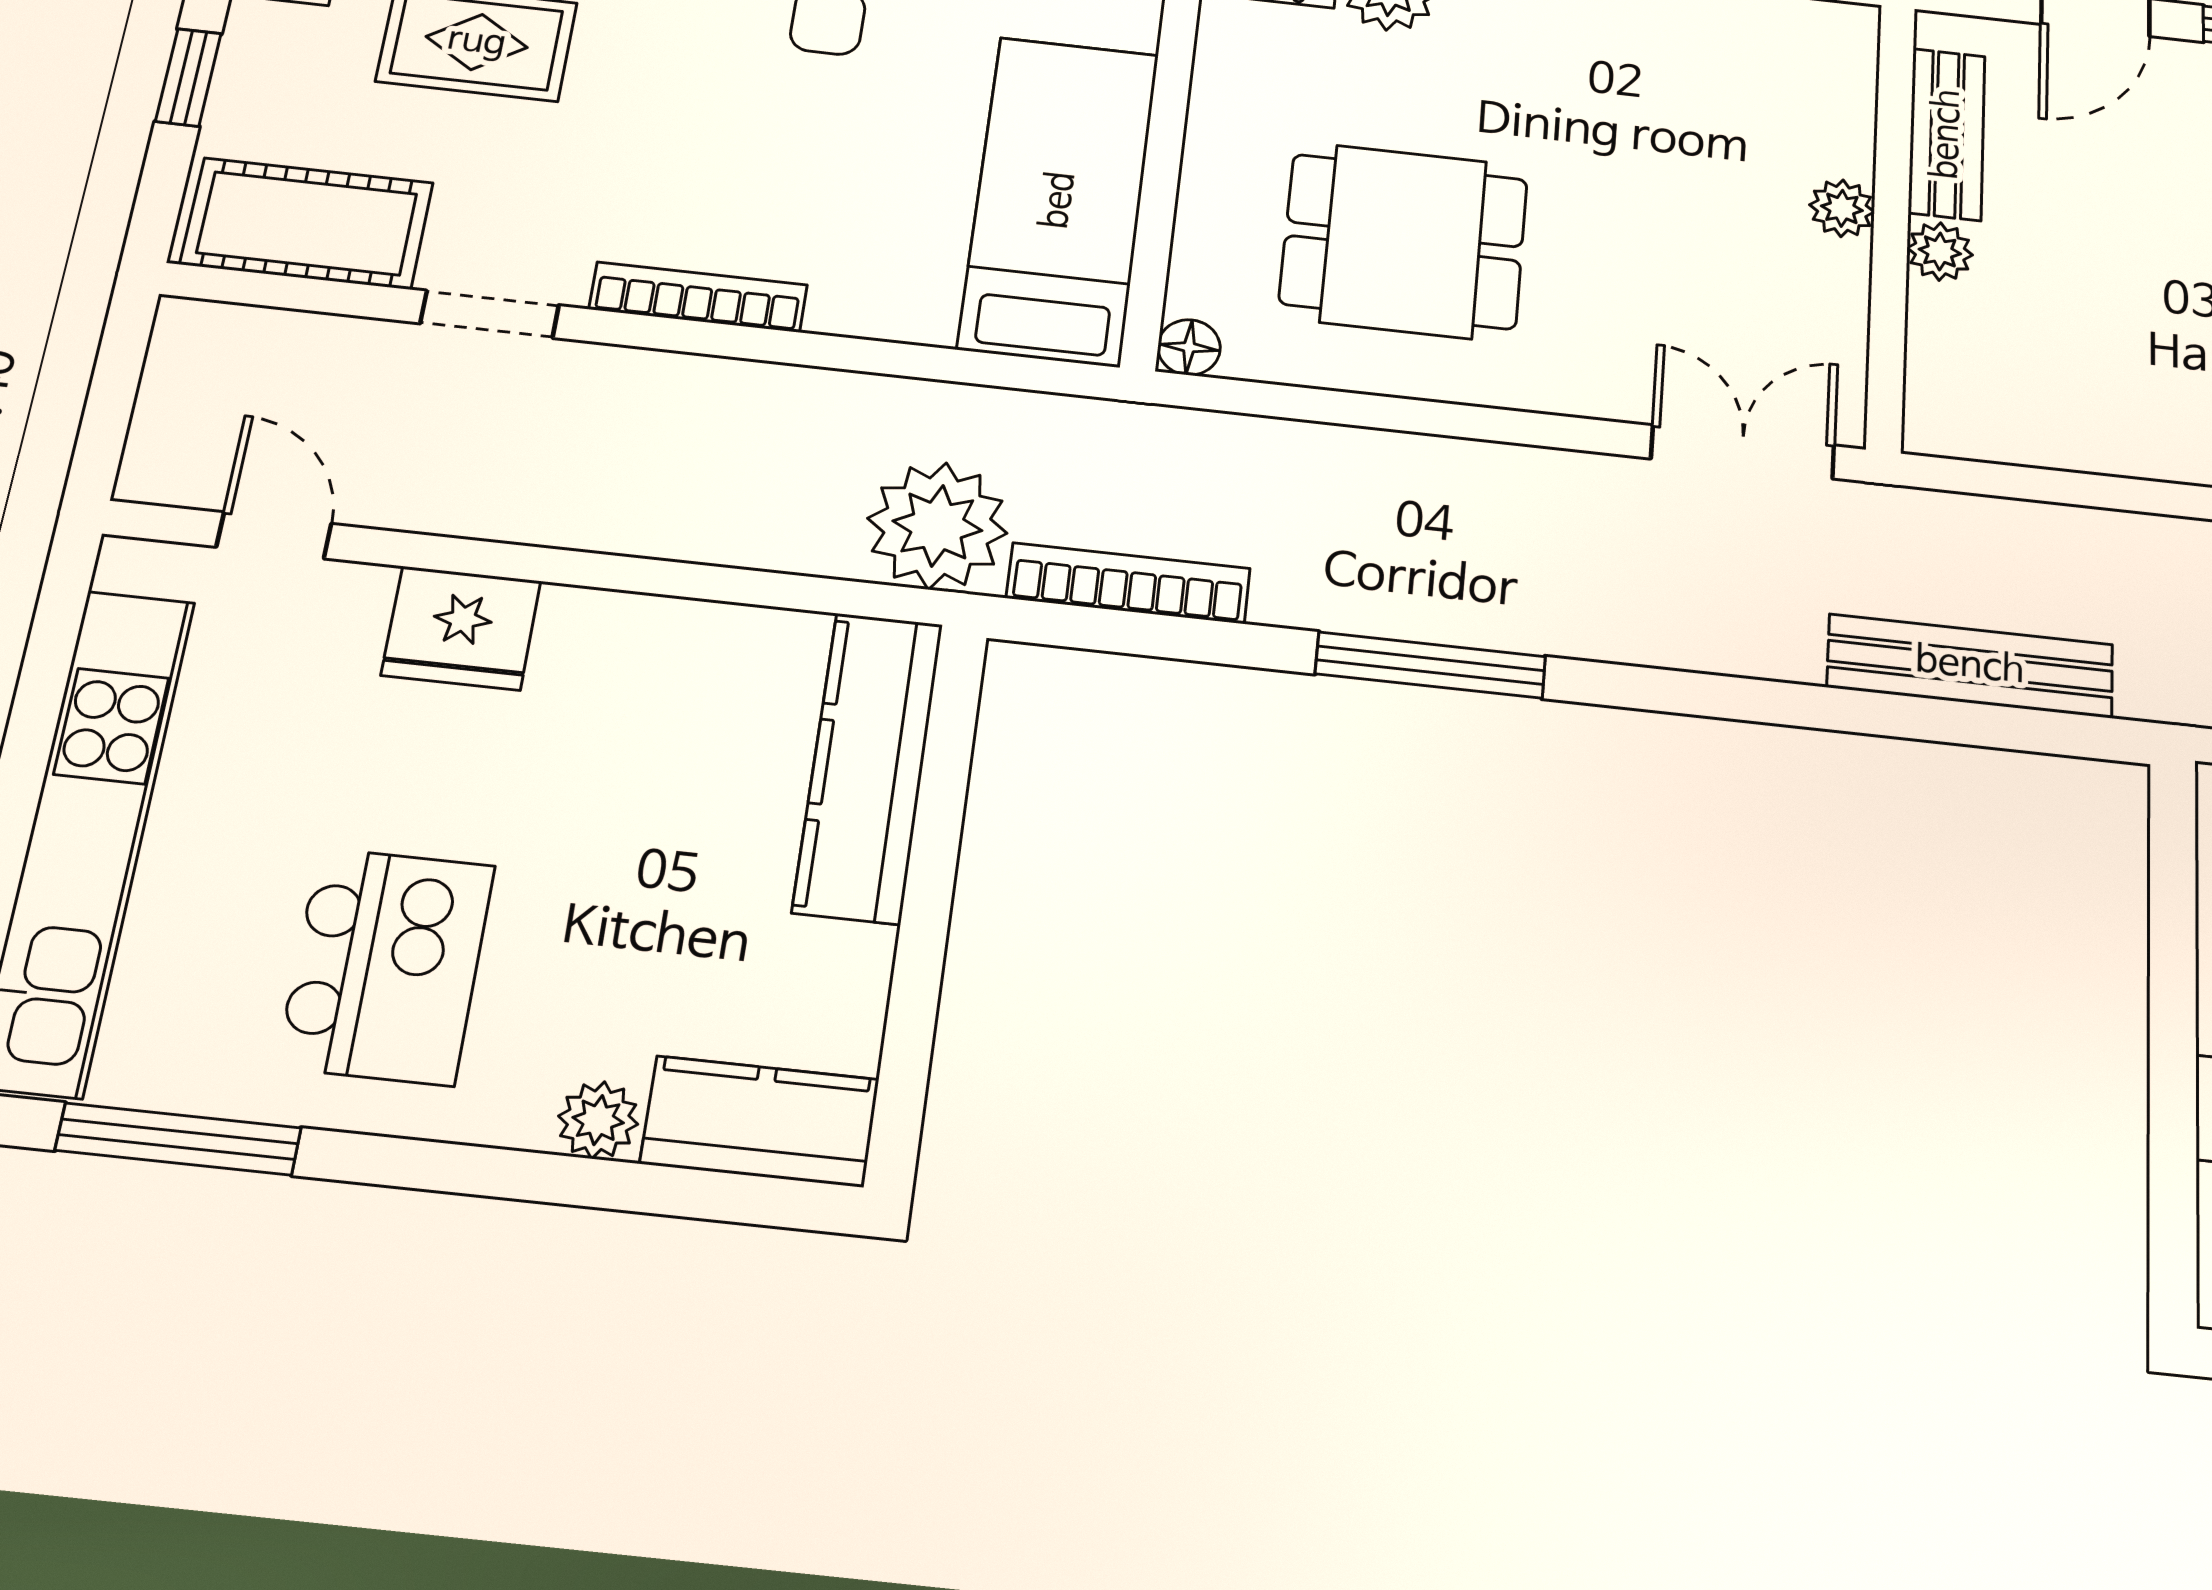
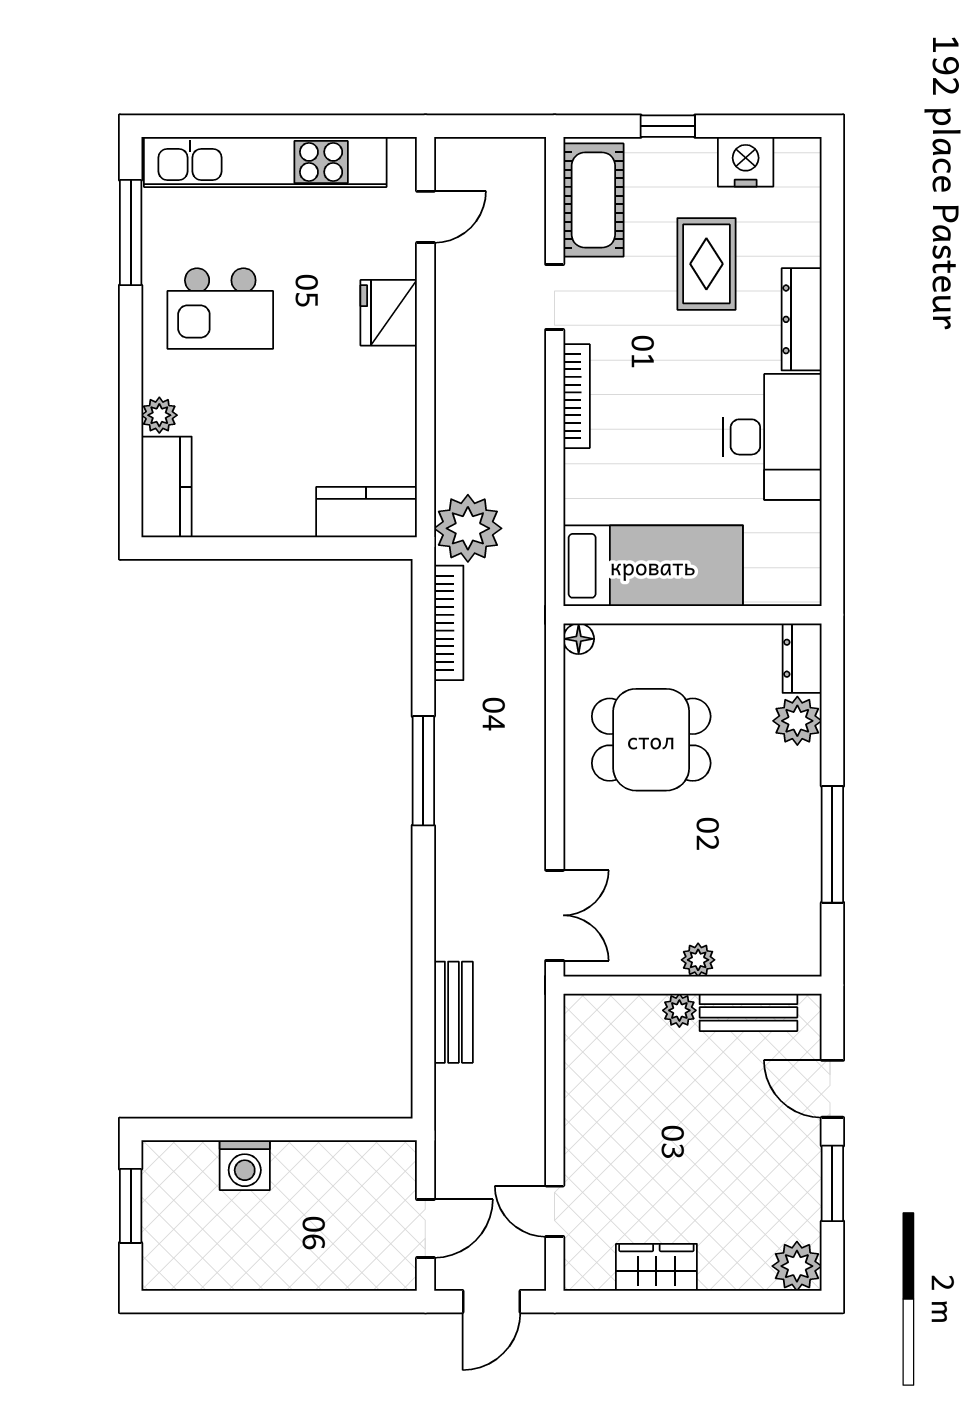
dining table: (1404, 241) -> (651, 740), turned 90
bench: (1970, 666) -> (453, 1012), width x0.73
kitchen counter: (868, 767) -> (366, 512), width x0.67

